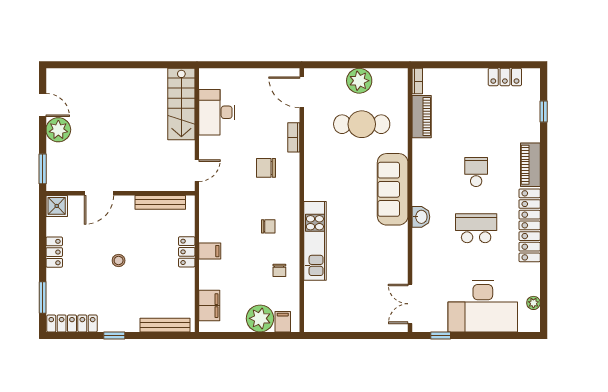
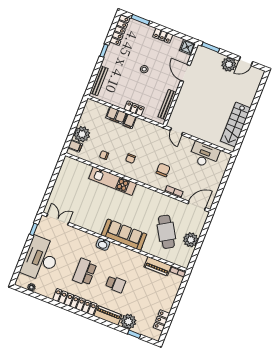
stairs: (181, 104) -> (236, 124), moved, turned -90
cafe table: (362, 124) -> (166, 232), turned -31
plant: (527, 128) -> (128, 321), added
school desk: (476, 228) -> (85, 272), turned 180
filing cabinet: (209, 306) -> (116, 116), moved

